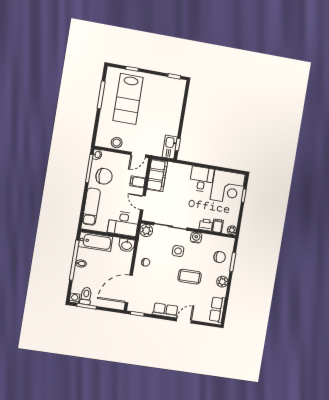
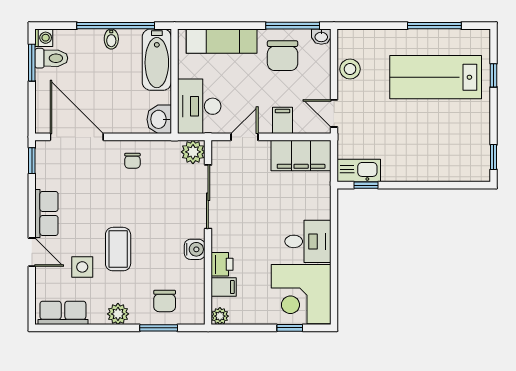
side table: (178, 251) -> (82, 267), moved

